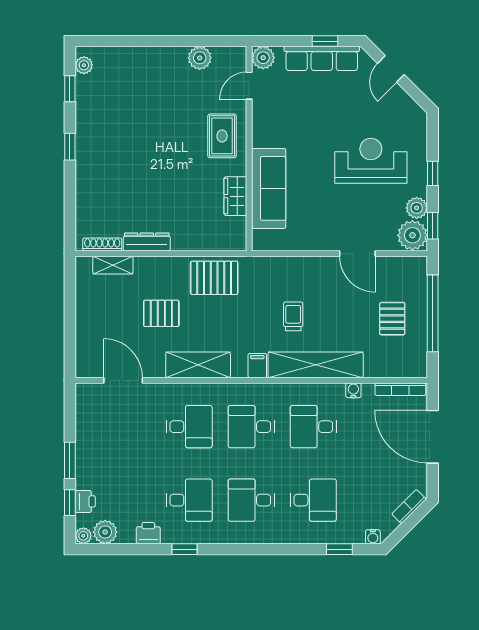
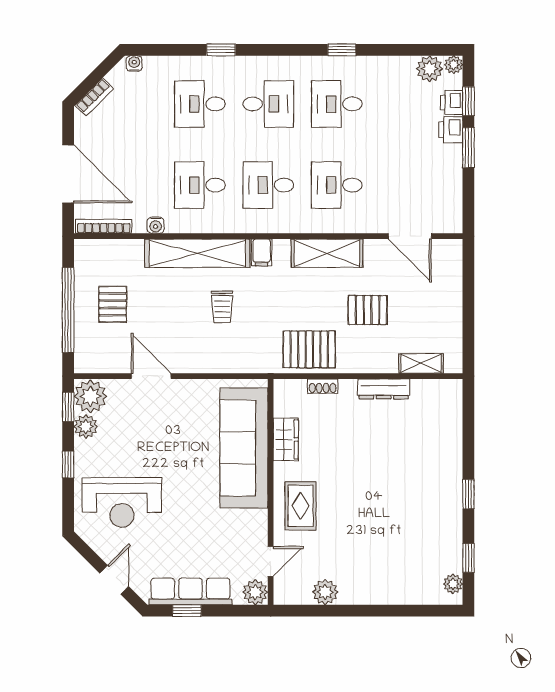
reception desk: (371, 161) -> (122, 502), moved
sofa: (269, 188) -> (244, 448), width x1.36, depth x1.27
shoe rack: (102, 244) -> (323, 386), moved, width x0.70
desk: (251, 427) -> (268, 185), turned 180
desk: (313, 427) -> (200, 185), turned 180
printer: (148, 533) -> (451, 130), moved, turned 90
window: (339, 549) -> (221, 50), moved

